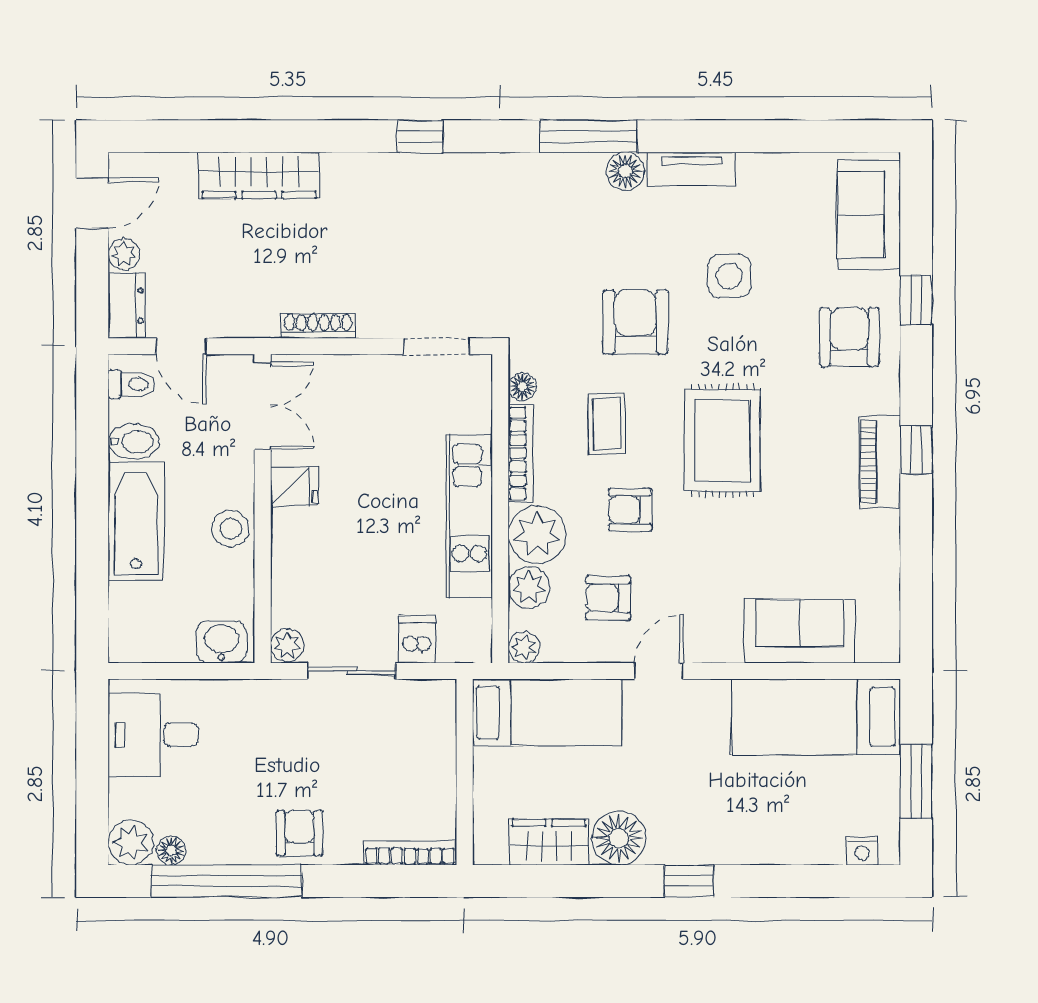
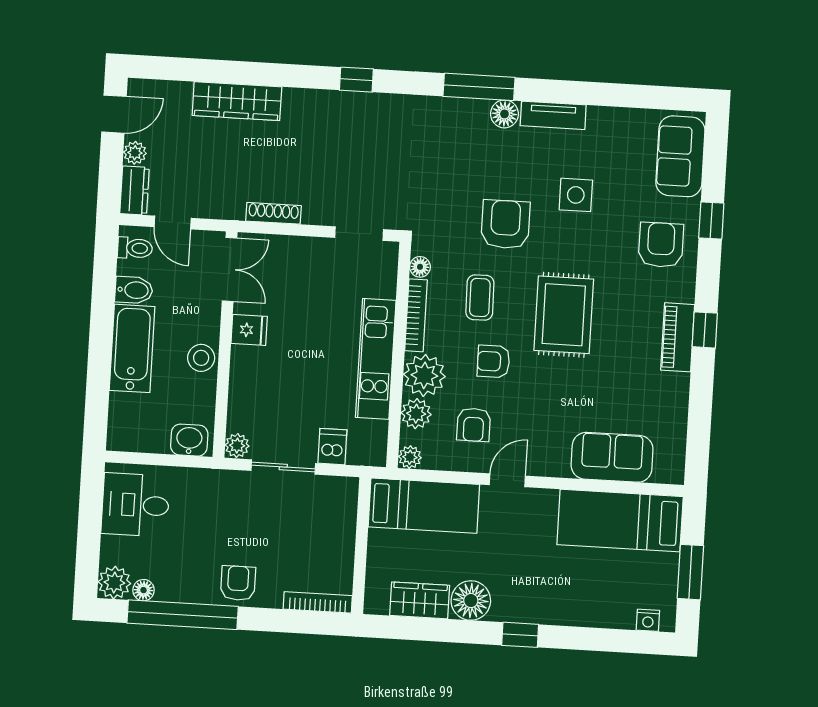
armchair: (608, 598) -> (474, 425), turned -90

